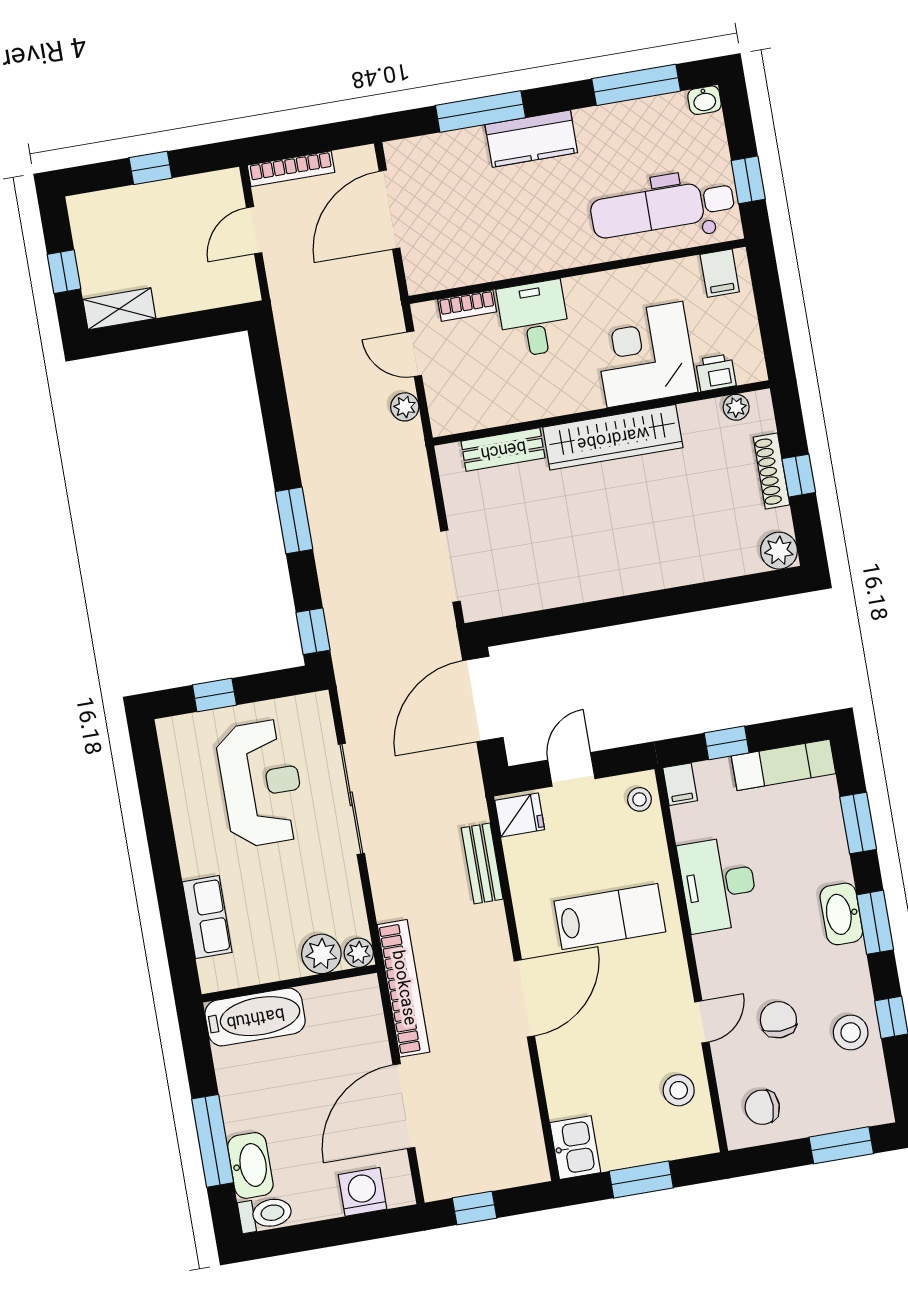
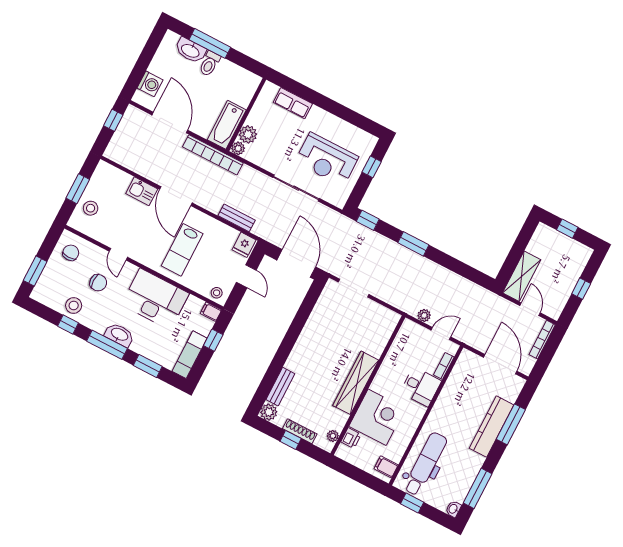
kitchen counter: (531, 139) -> (492, 427), width x1.50
shelving: (119, 309) -> (522, 276), moved, width x1.50, depth x1.33
bench: (503, 449) -> (280, 387), moved
desk: (718, 884) -> (155, 299), width x1.36, depth x1.30
window: (875, 922) -> (107, 345), width x1.44
bathtub: (255, 1017) -> (227, 125), moved
stool: (679, 1090) -> (91, 208), moved
kitchen sink: (575, 1148) -> (142, 191), moved
toilet: (265, 1214) -> (209, 64), moved

